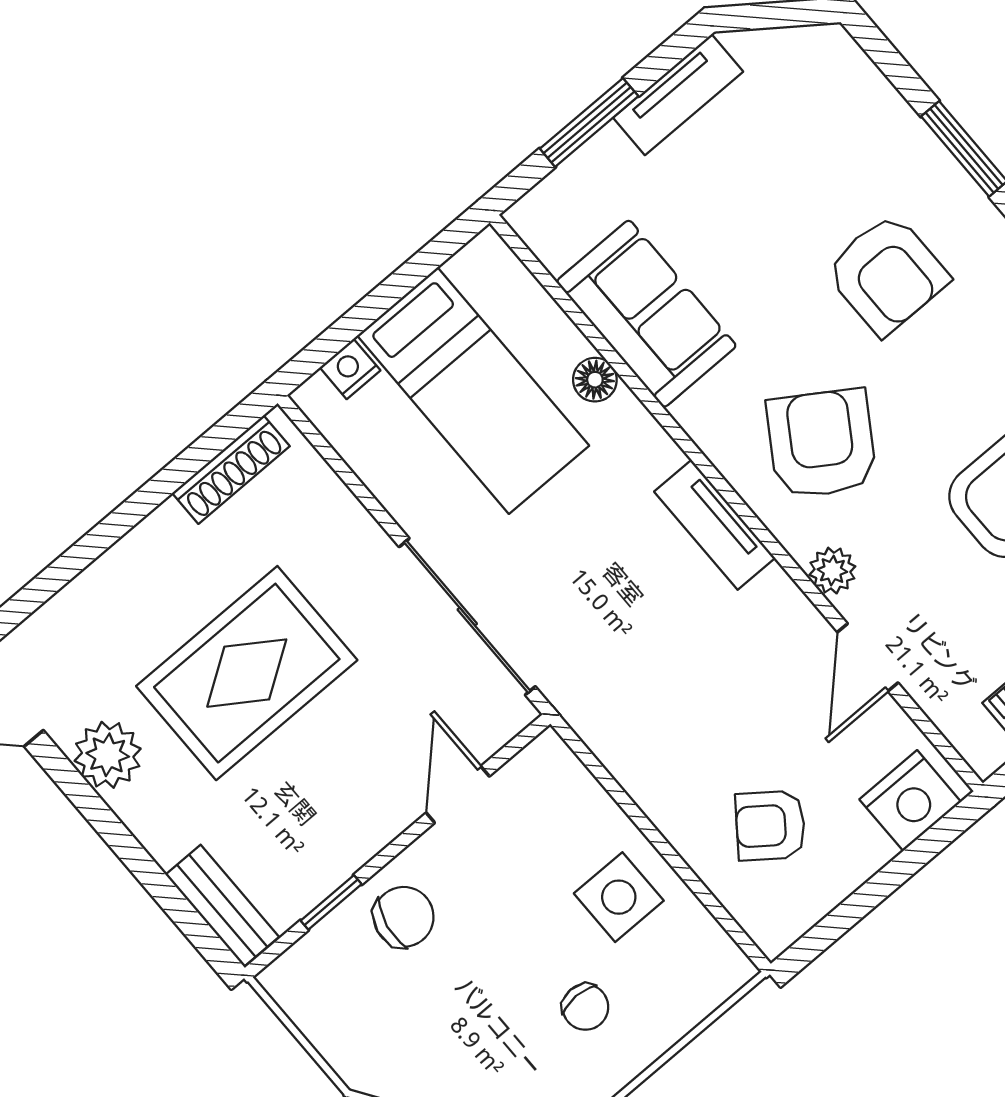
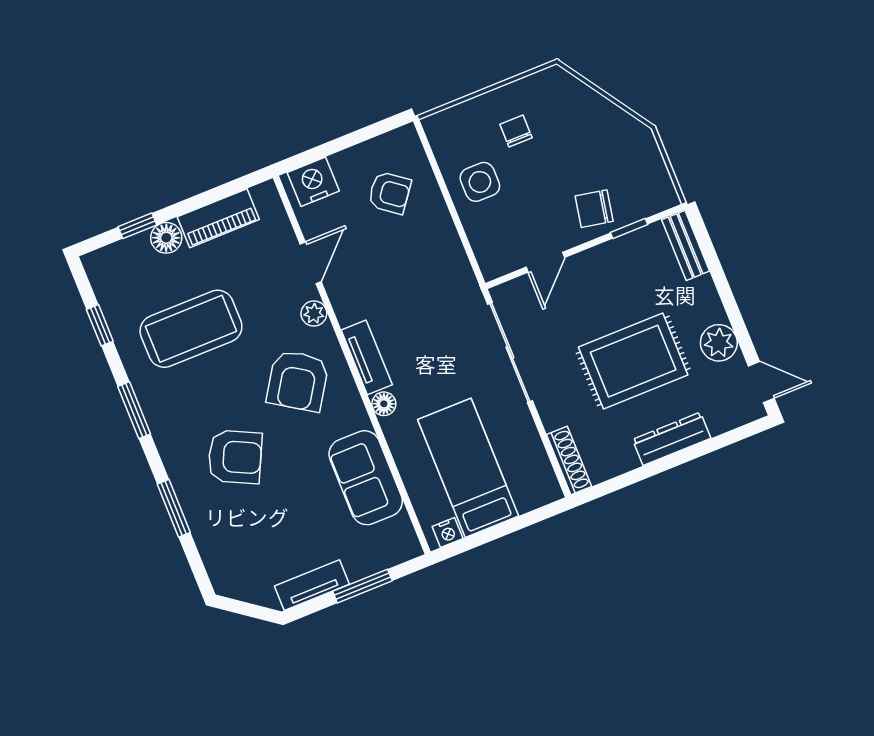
armchair: (887, 274) -> (235, 457), turned 116
nightstand: (350, 369) -> (448, 532), moved
floor lamp: (595, 380) -> (384, 404), moved
shoe rack: (231, 470) -> (569, 460), moved, turned 90
dresser: (134, 560) -> (672, 439), added

